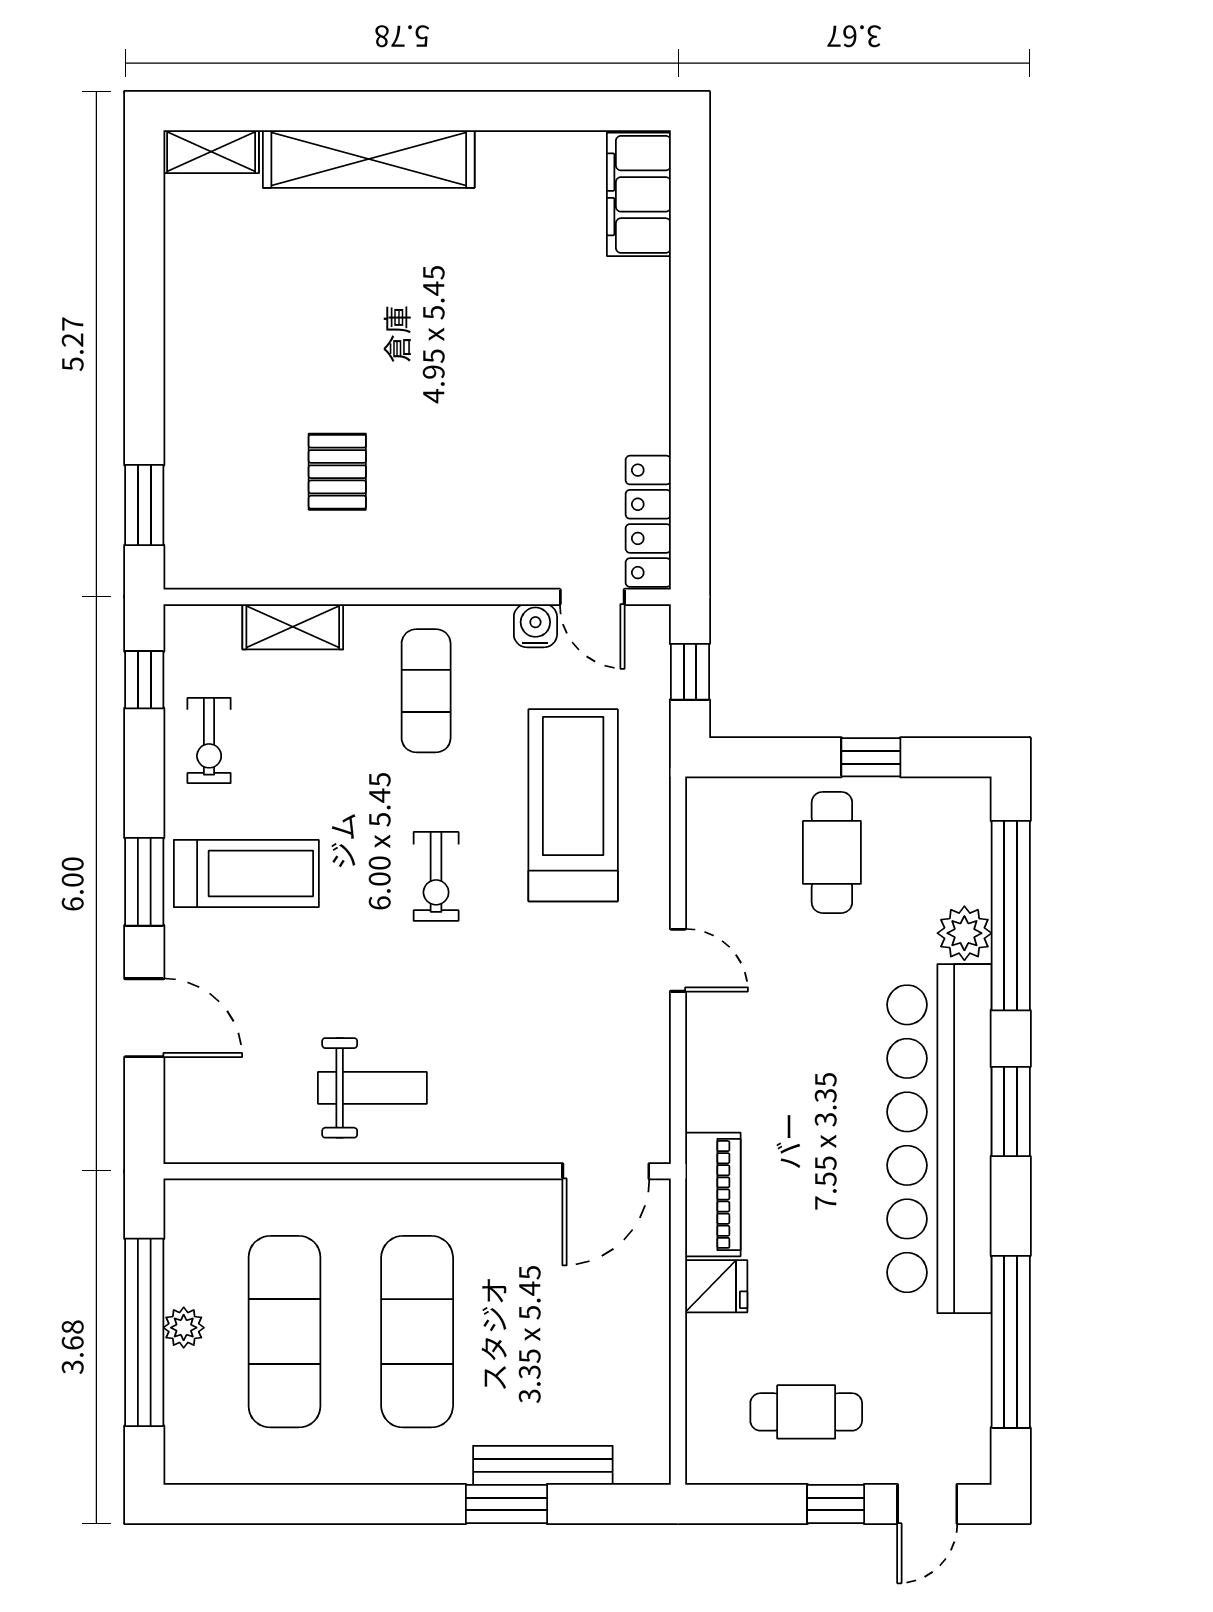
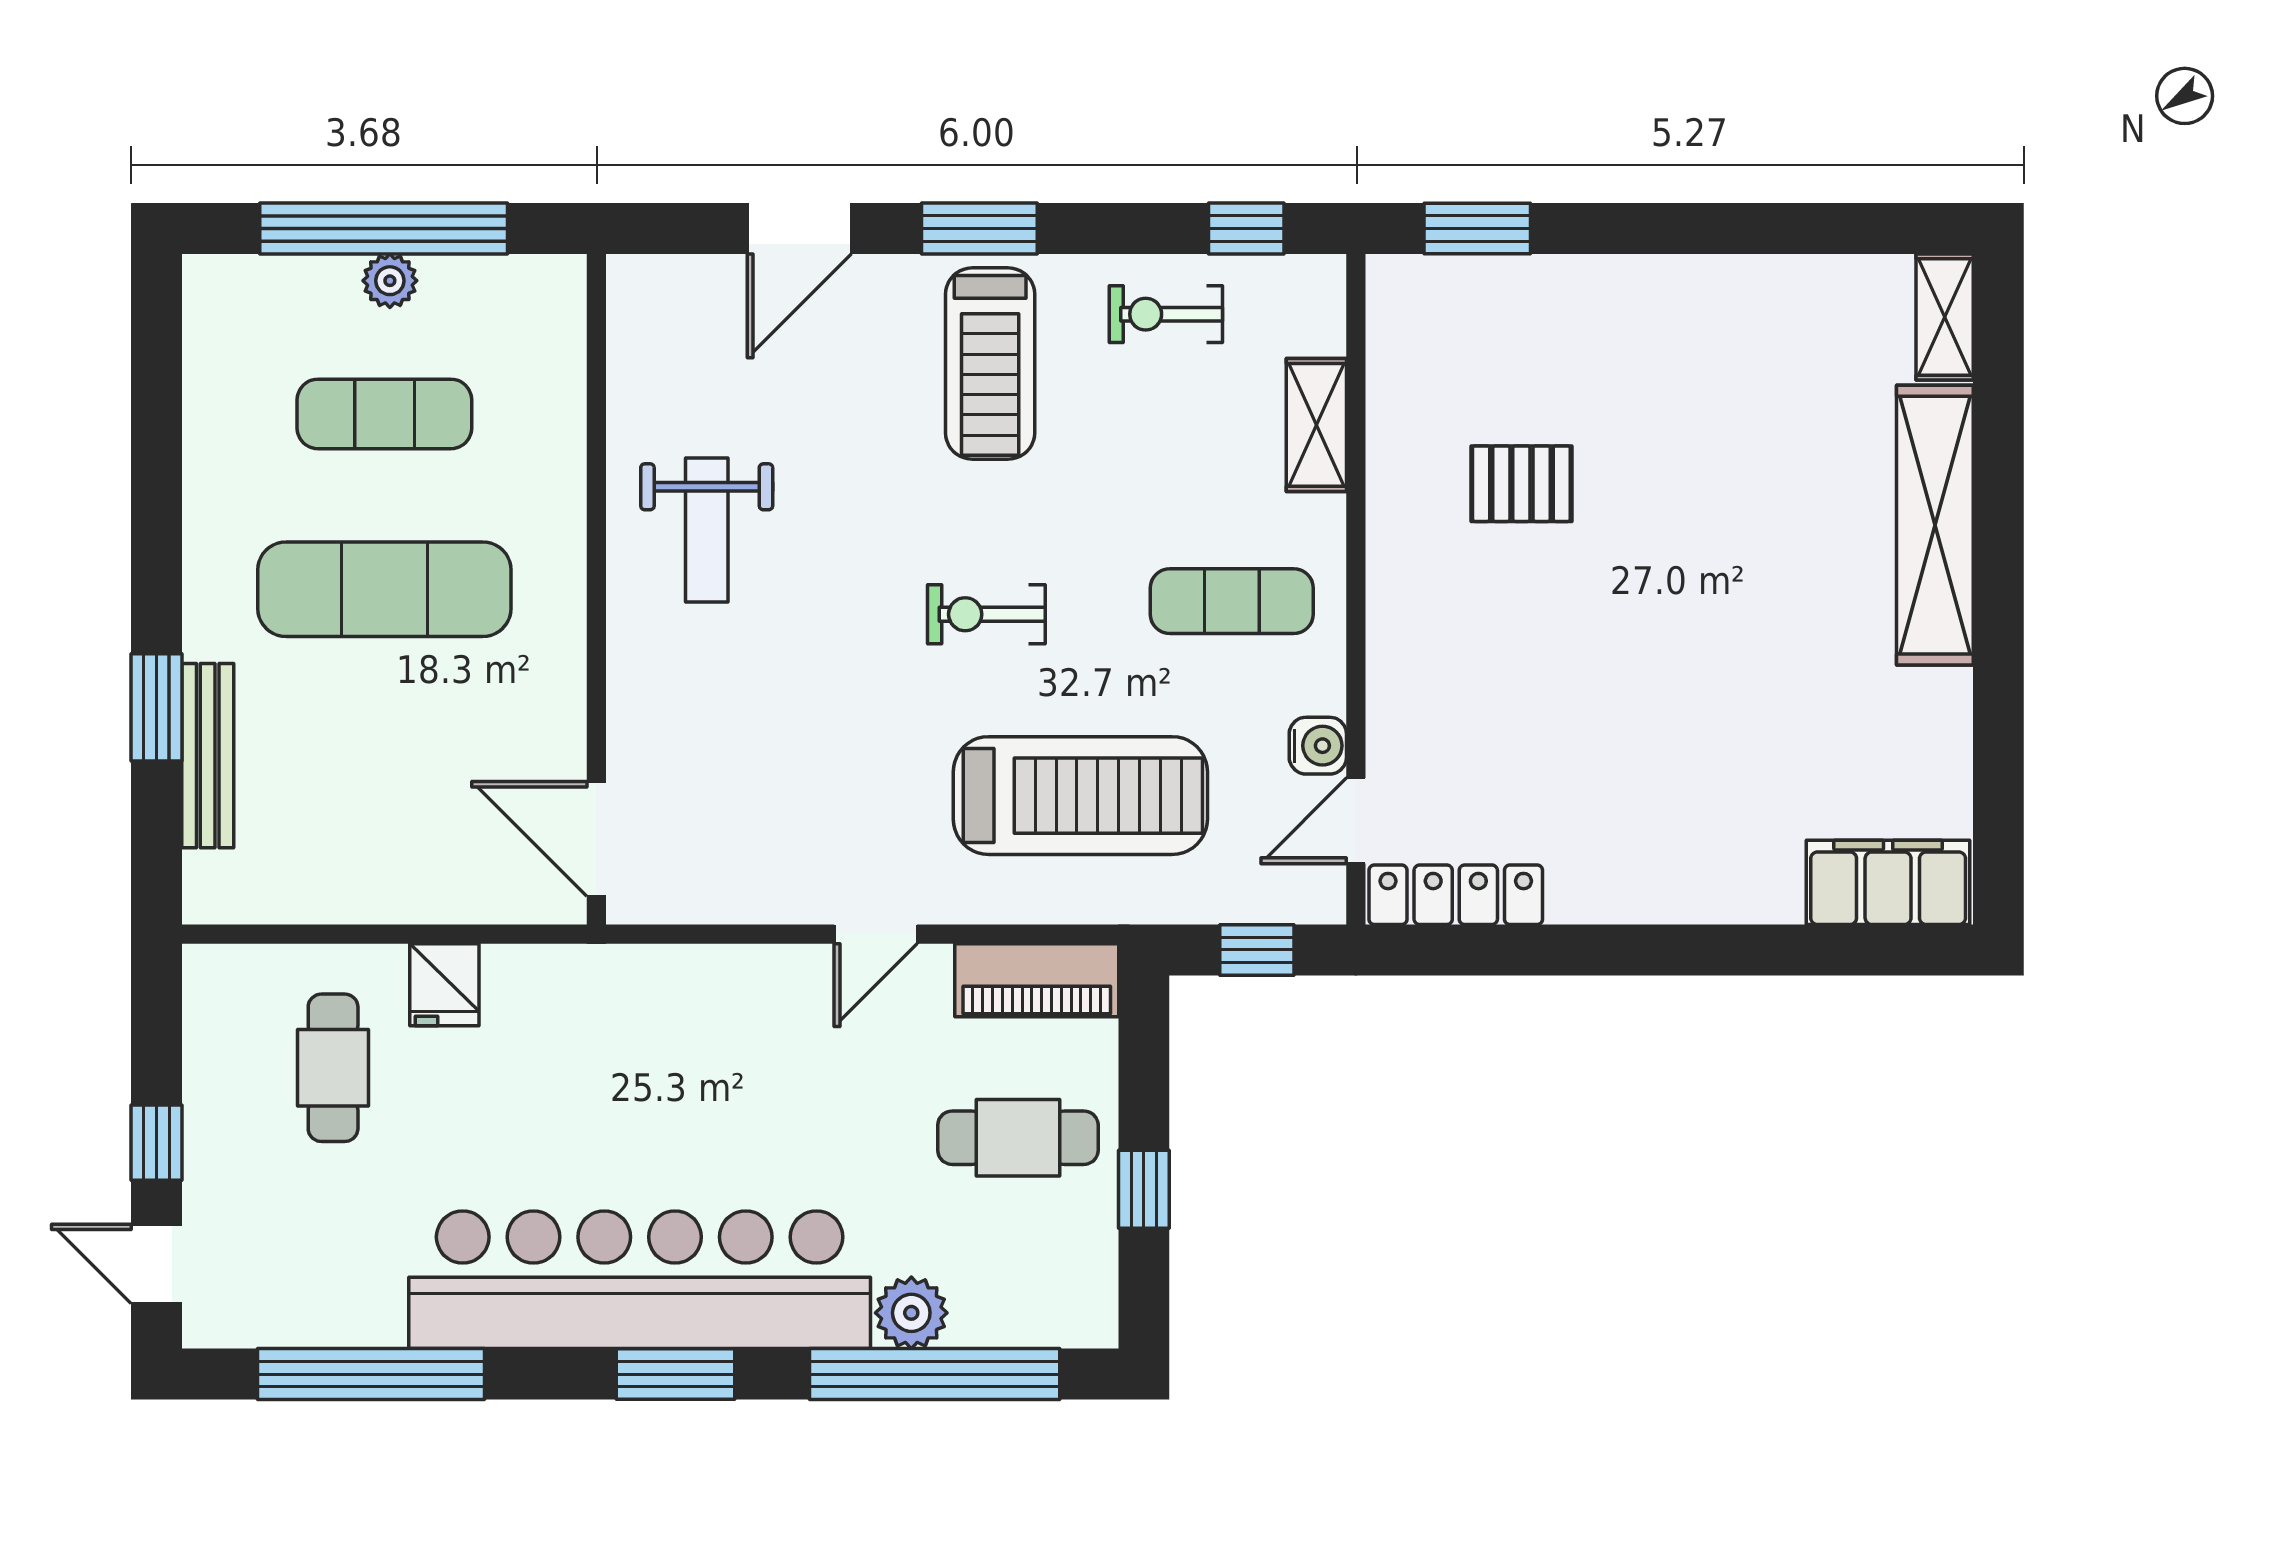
piano: (713, 1194) -> (1037, 980), moved
exercise mat: (285, 1332) -> (384, 414), width x0.73, depth x0.69
cafe table: (806, 1412) -> (333, 1068), moved

